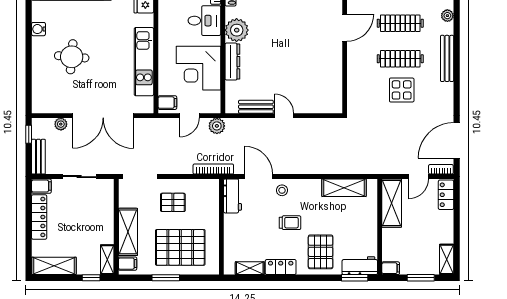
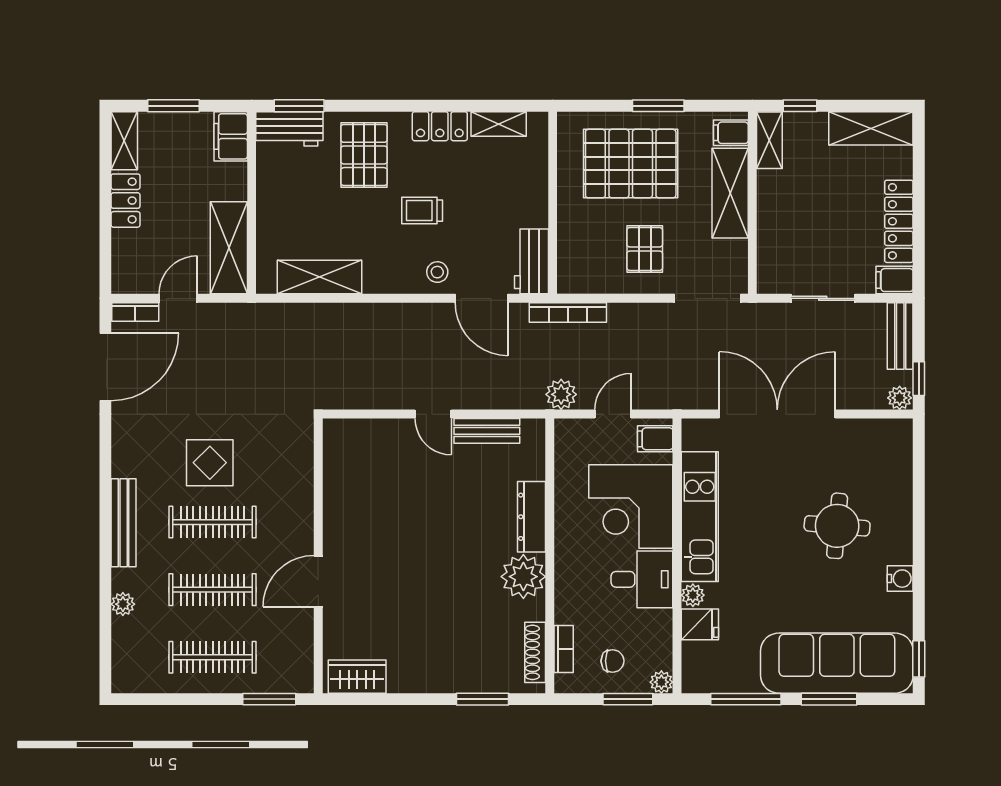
plant: (148, 20) -> (693, 595), added
desk: (204, 21) -> (642, 579), moved, turned 180
corner desk: (198, 68) -> (631, 507), moved, turned 180
plant: (61, 124) -> (900, 398), moved
locker: (446, 195) -> (126, 201), moved
pallet: (173, 202) -> (645, 249), turned 90
filing cabinet: (391, 268) -> (231, 136), width x2.00

